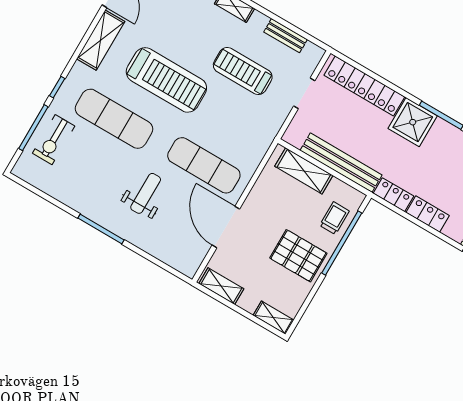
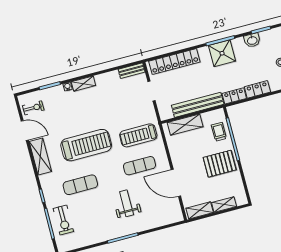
bench: (286, 36) -> (132, 71), moved
treadmill: (243, 71) -> (138, 135), moved
exercise mat: (114, 119) -> (80, 185), width x0.73, depth x0.69
shower: (413, 122) -> (222, 53), moved
exercise mat: (204, 165) -> (140, 166), width x0.73, depth x0.69
shelving: (273, 318) -> (224, 204), moved

